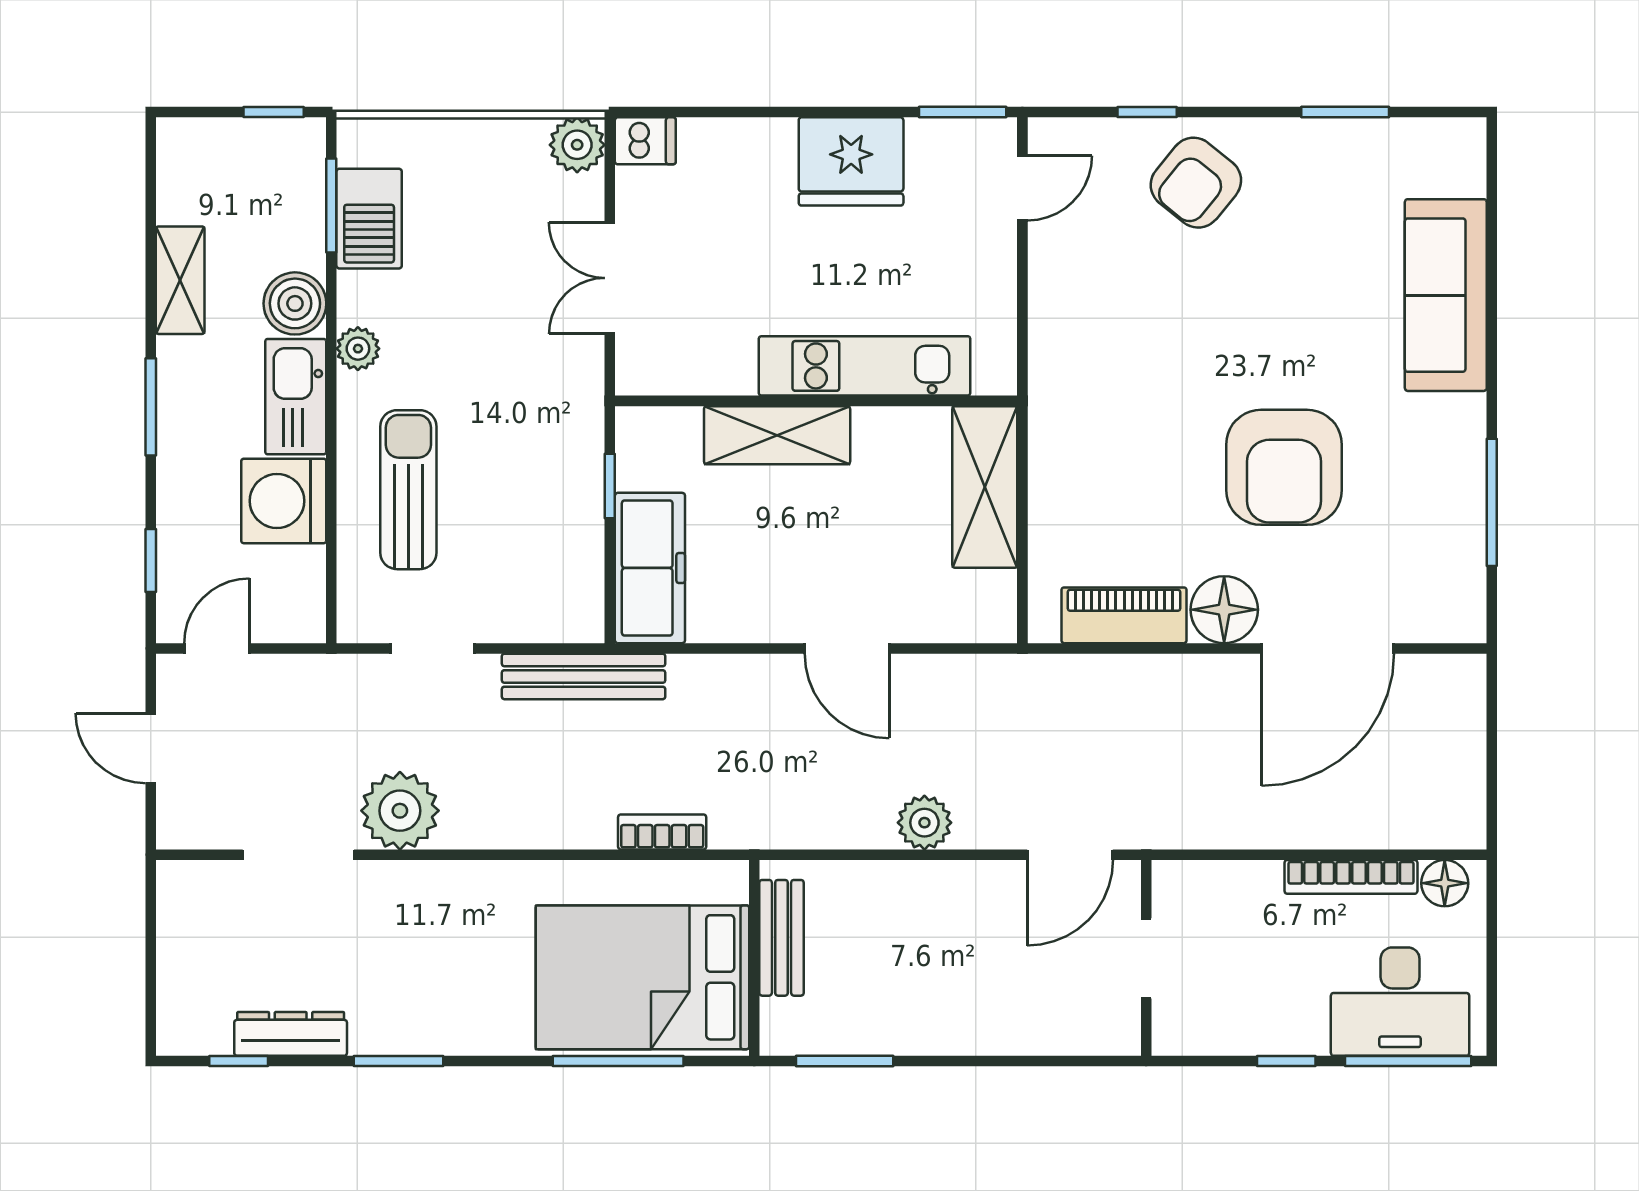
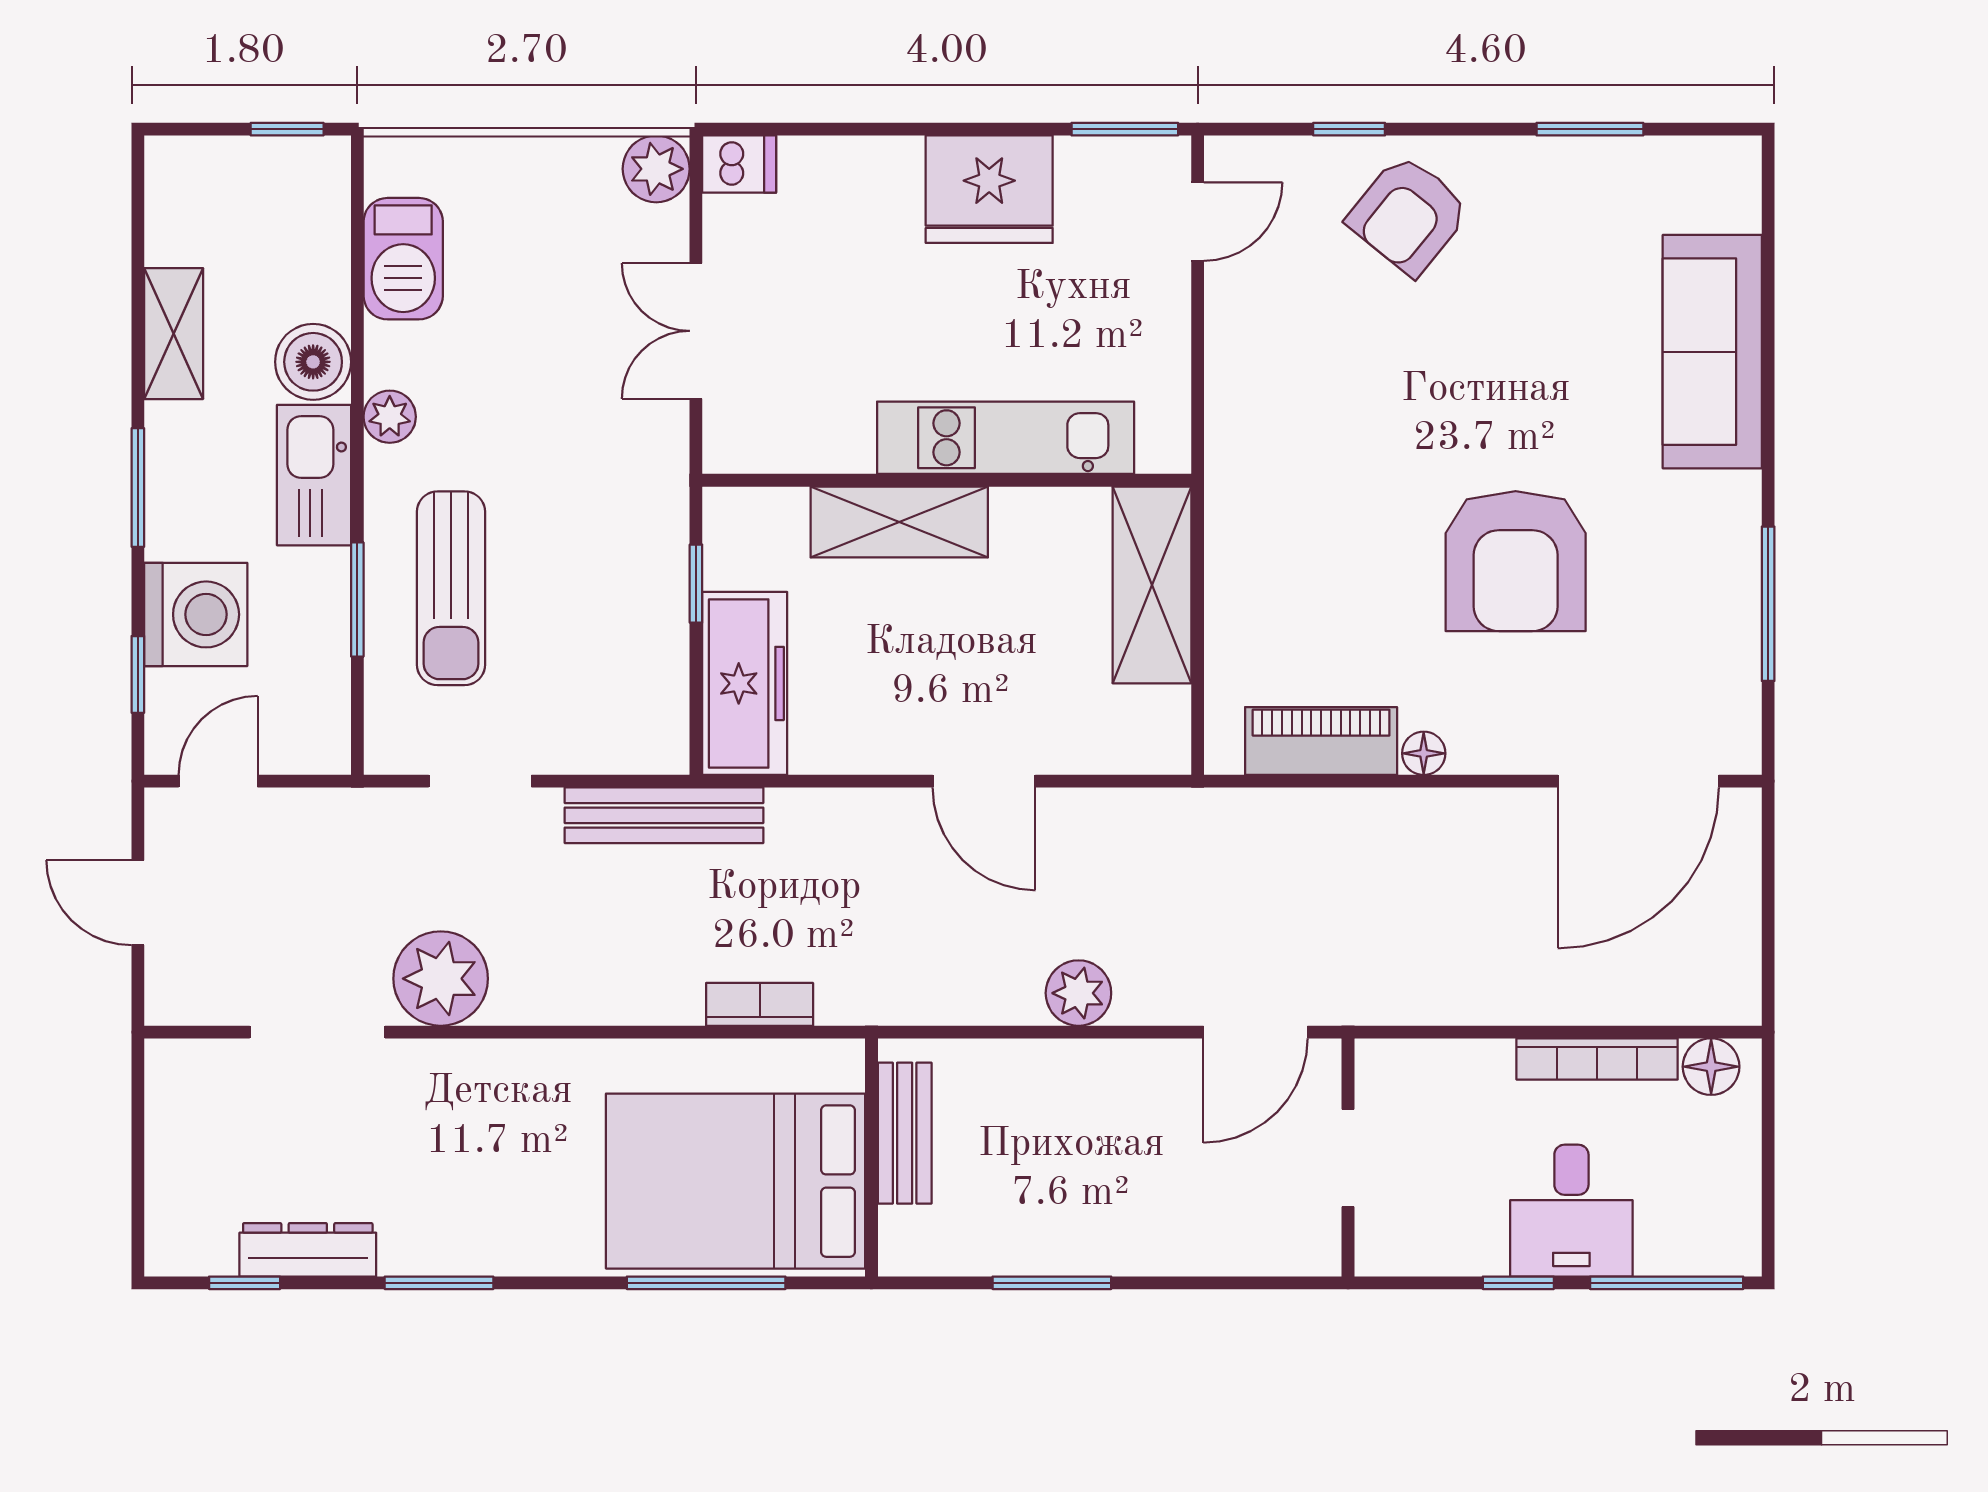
window: (331, 206) -> (357, 600), moved
sun lounger: (408, 490) -> (451, 588), turned 180
washing machine: (284, 501) -> (196, 614), moved, turned 180
floor lamp: (1224, 610) -> (1424, 753), width x0.53, depth x0.53
door: (1328, 648) -> (1638, 781), moved
desk: (1400, 1002) -> (1571, 1211), moved, width x0.73
window: (845, 1061) -> (1052, 1283), moved

